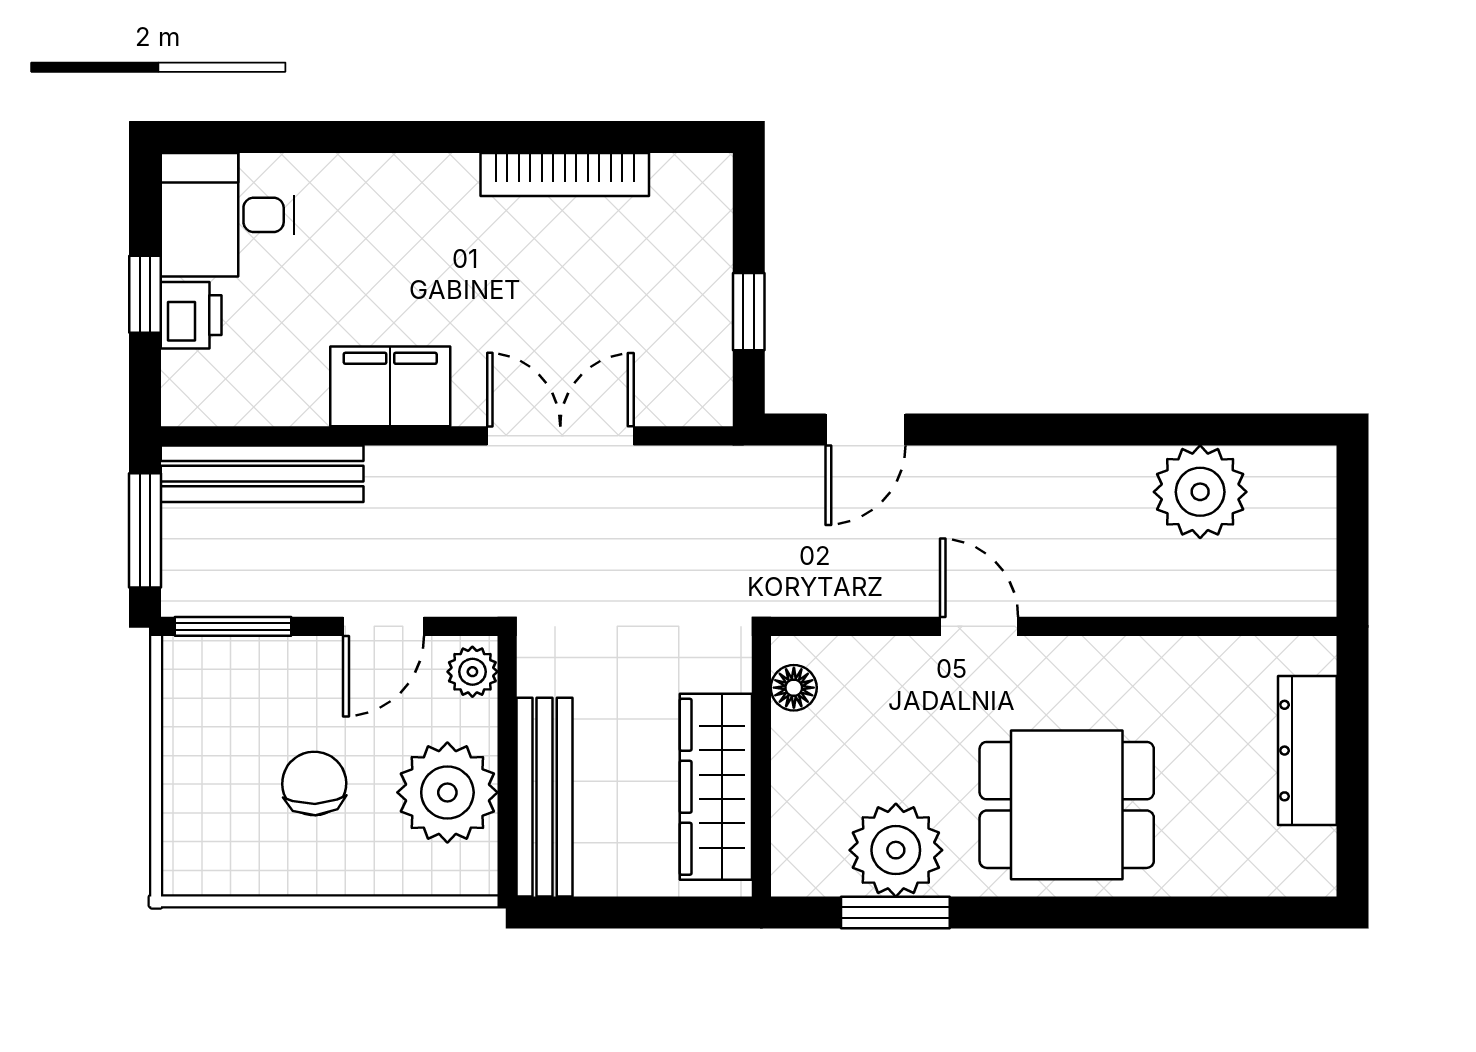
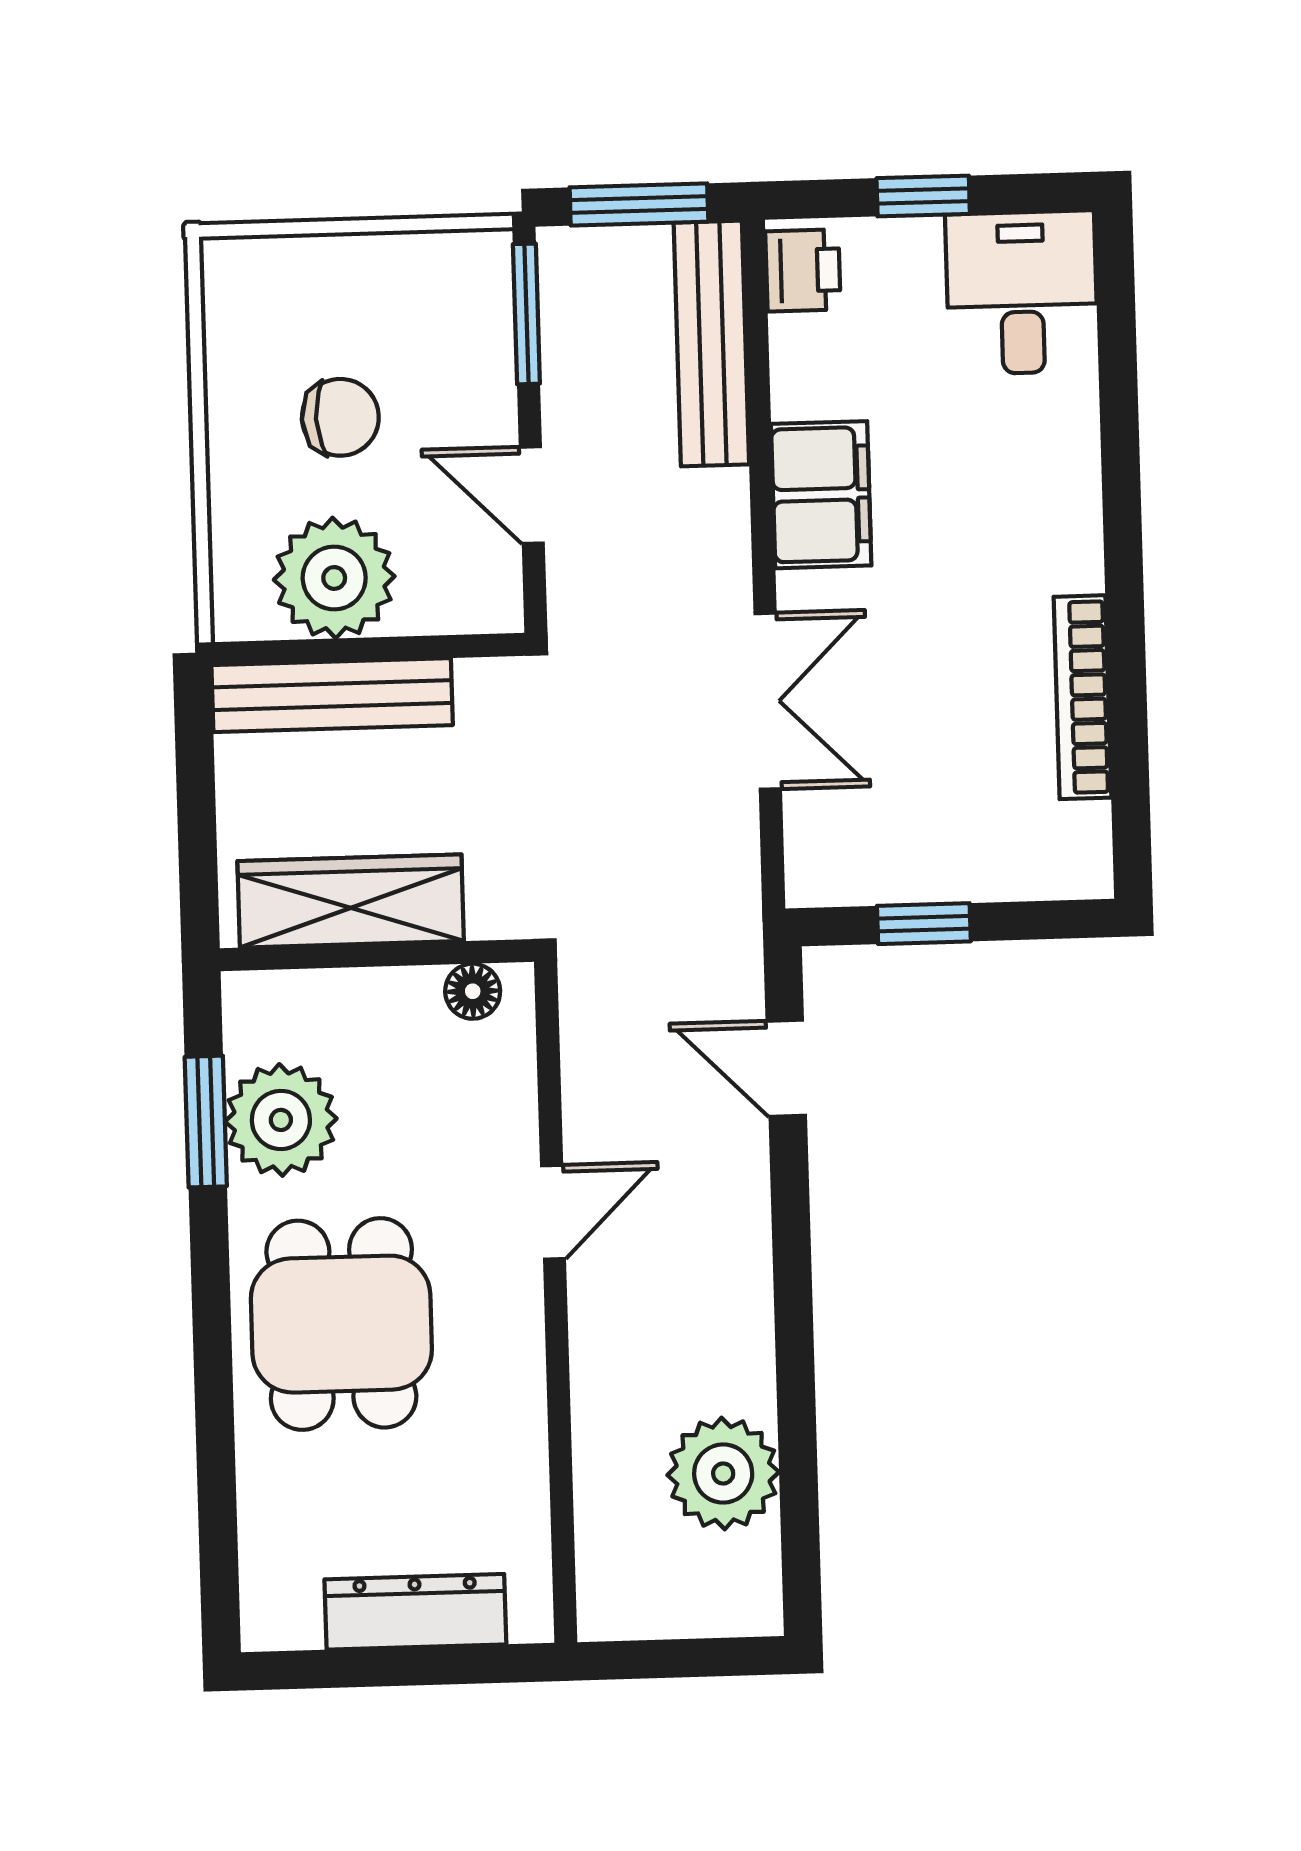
printer: (191, 315) -> (803, 270), moved, turned -90
plant: (472, 672) -> (481, 604), removed

